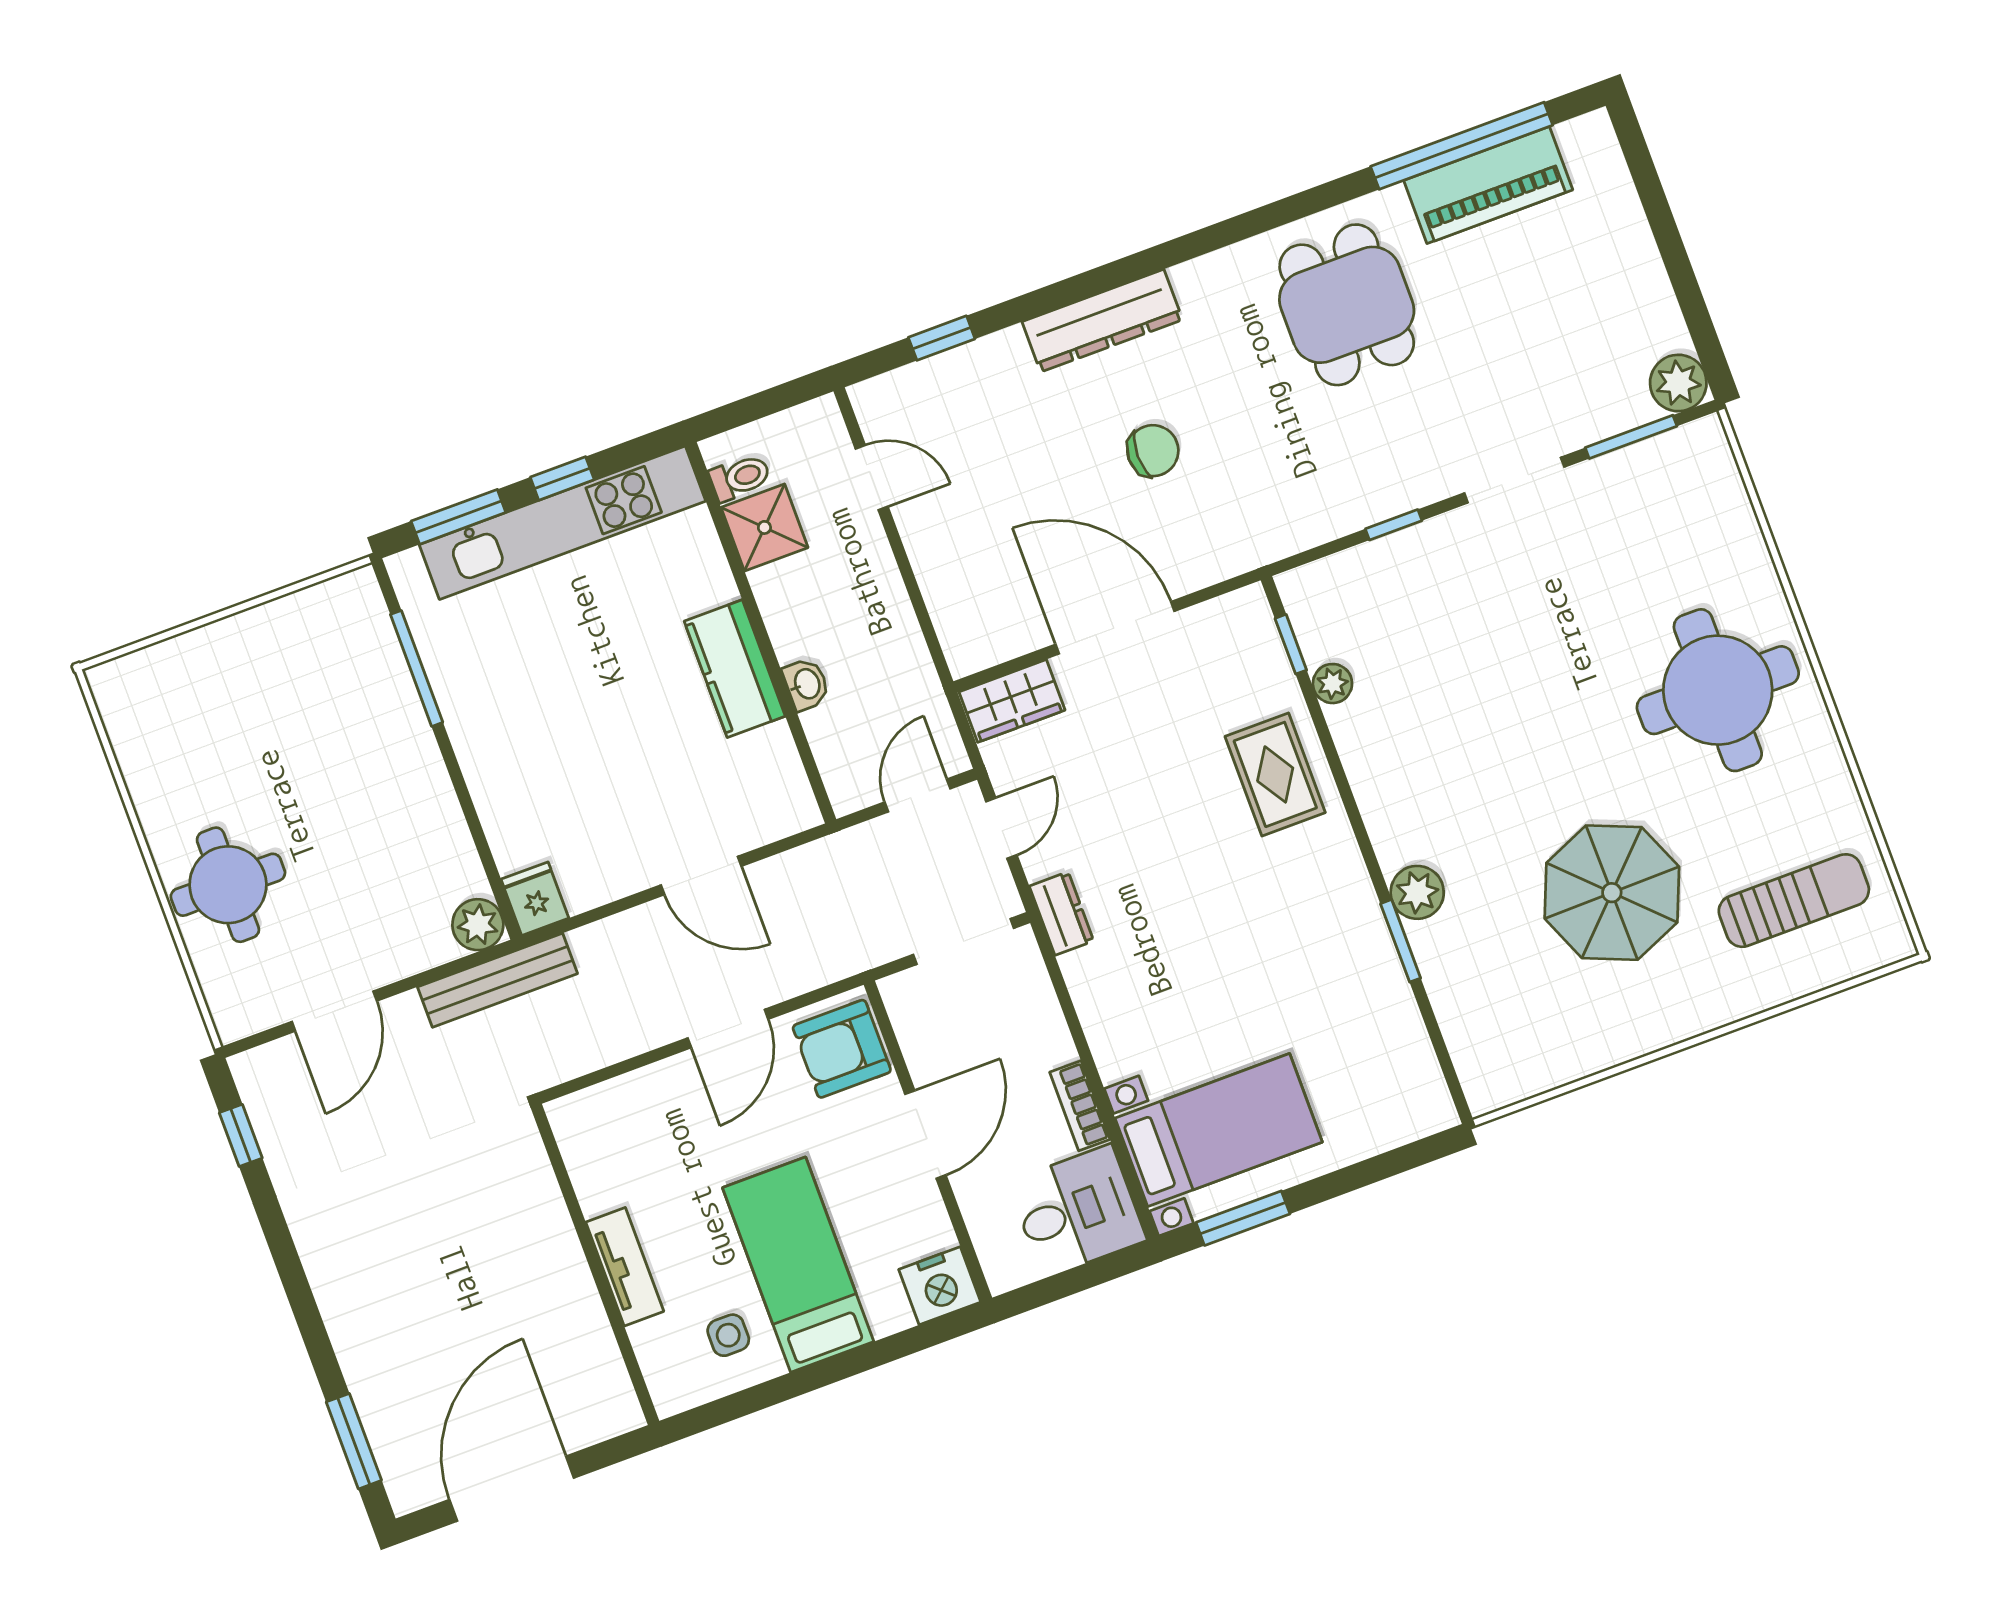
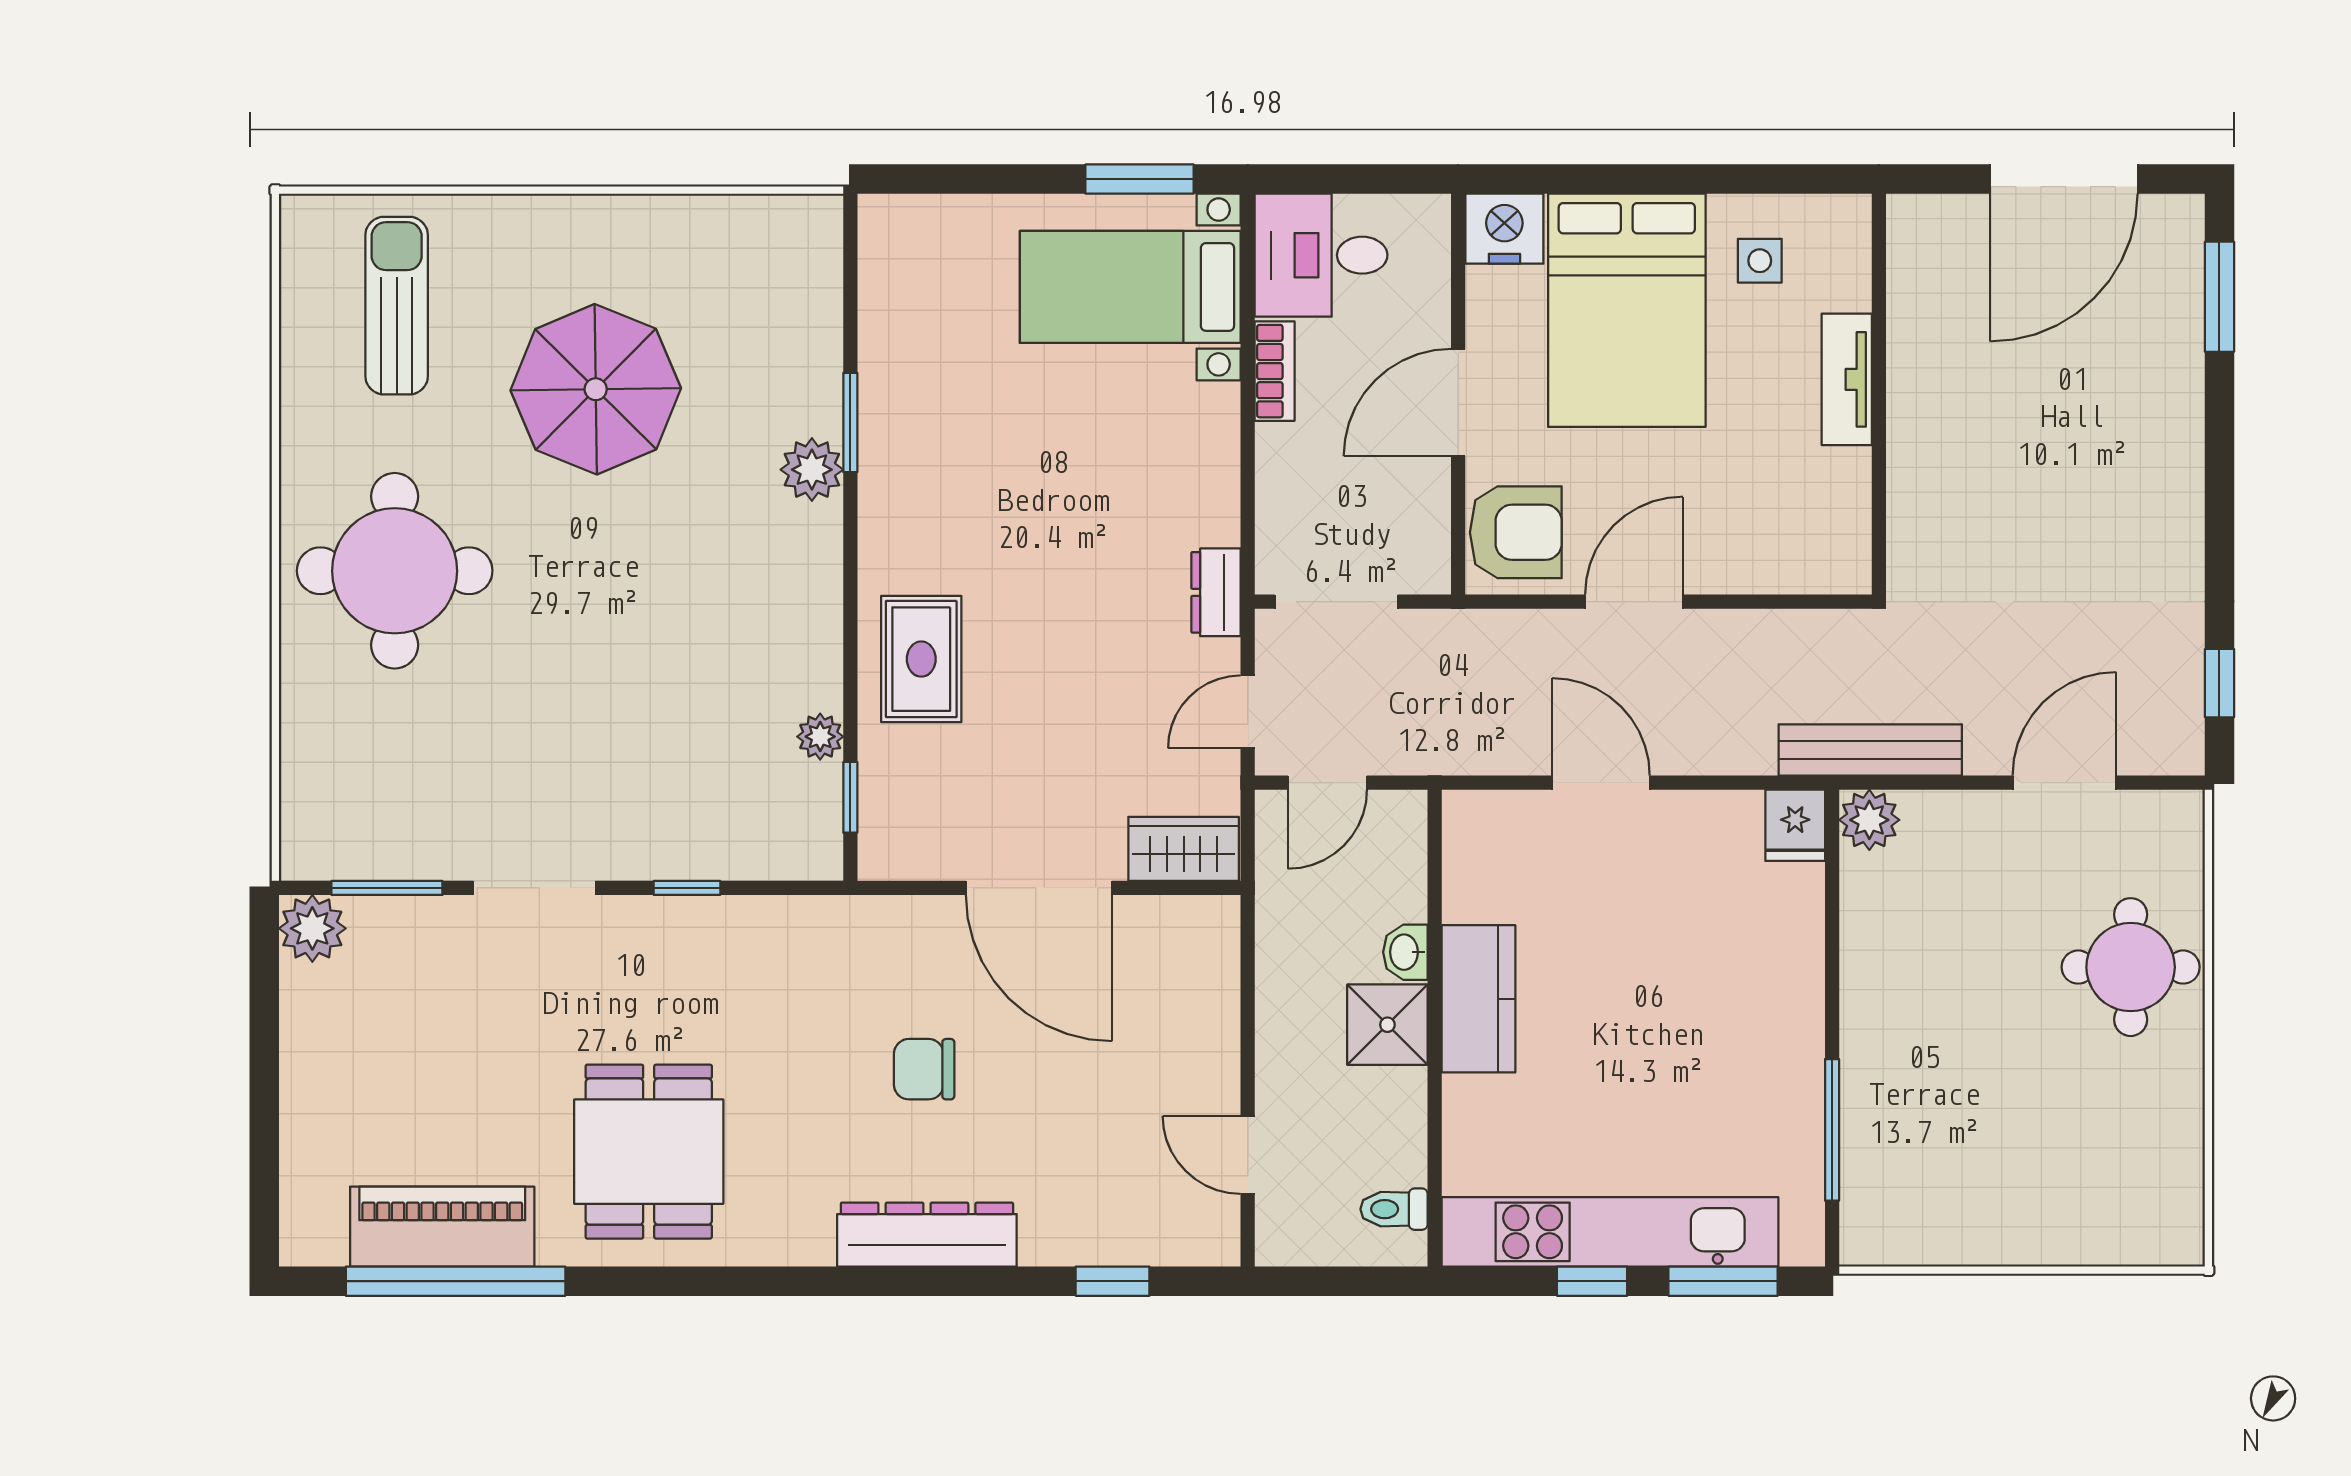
shower: (764, 527) -> (1387, 1025), moved
sun lounger: (1794, 901) -> (397, 306), turned 90
bed: (798, 1265) -> (1627, 310), width x1.50

